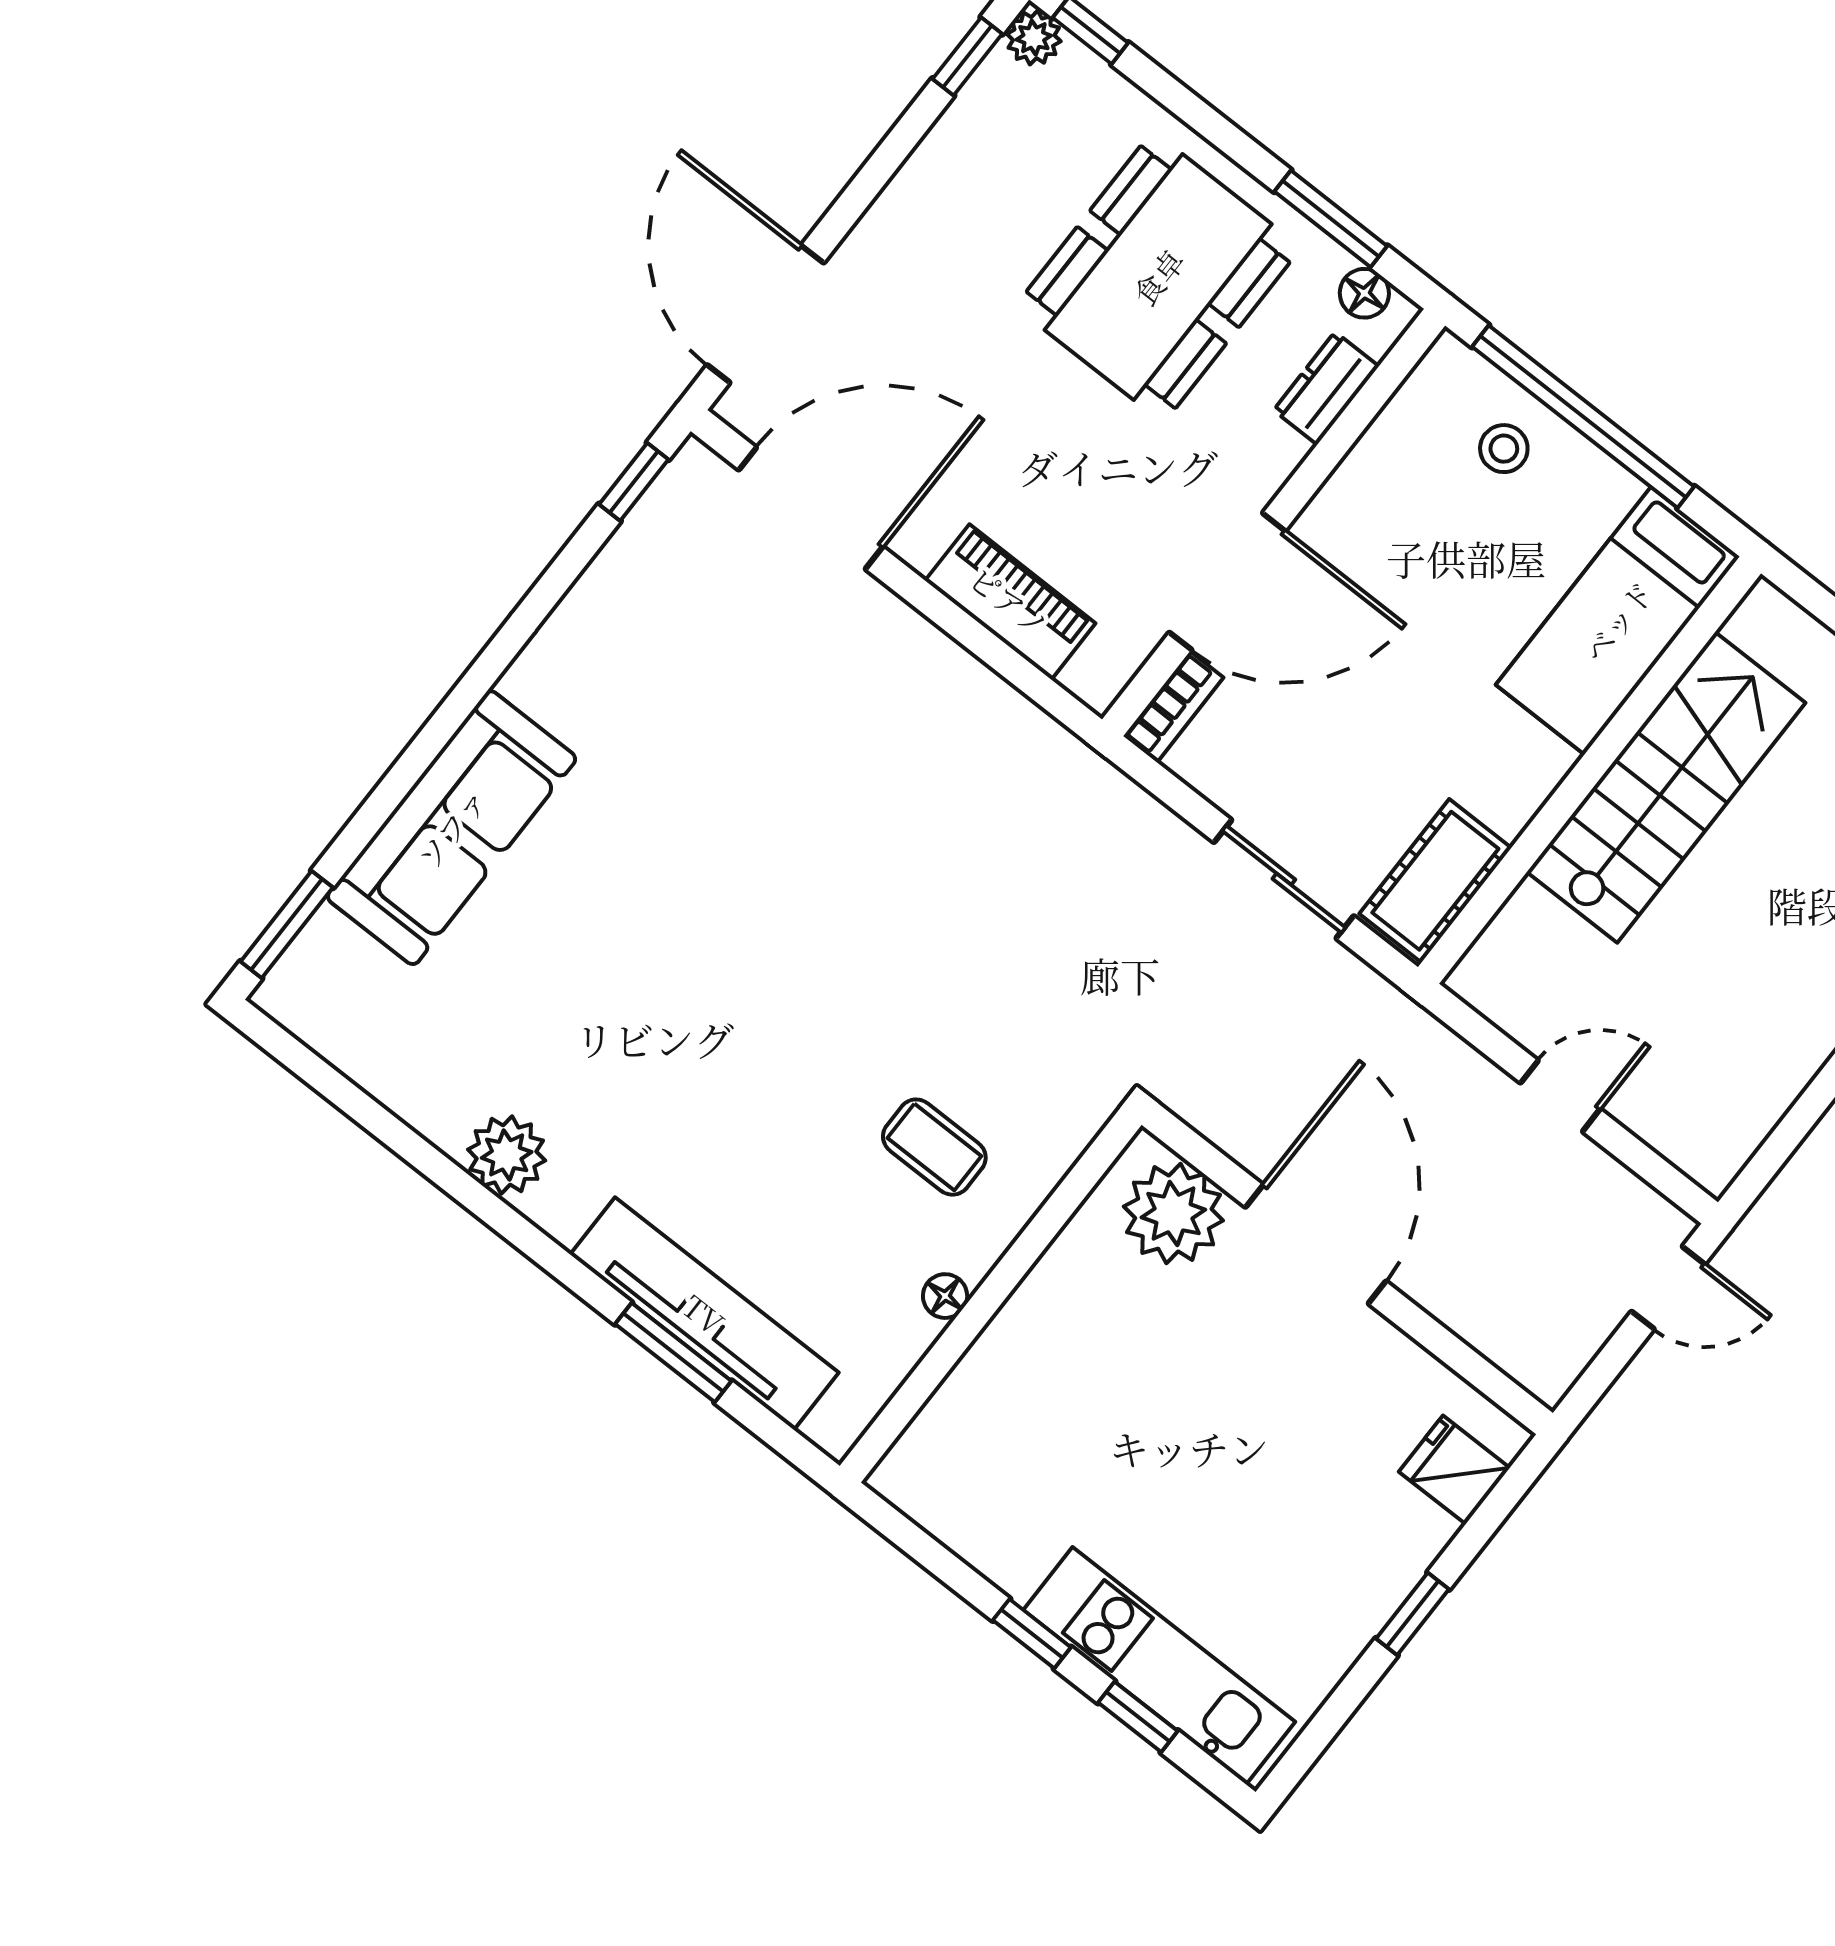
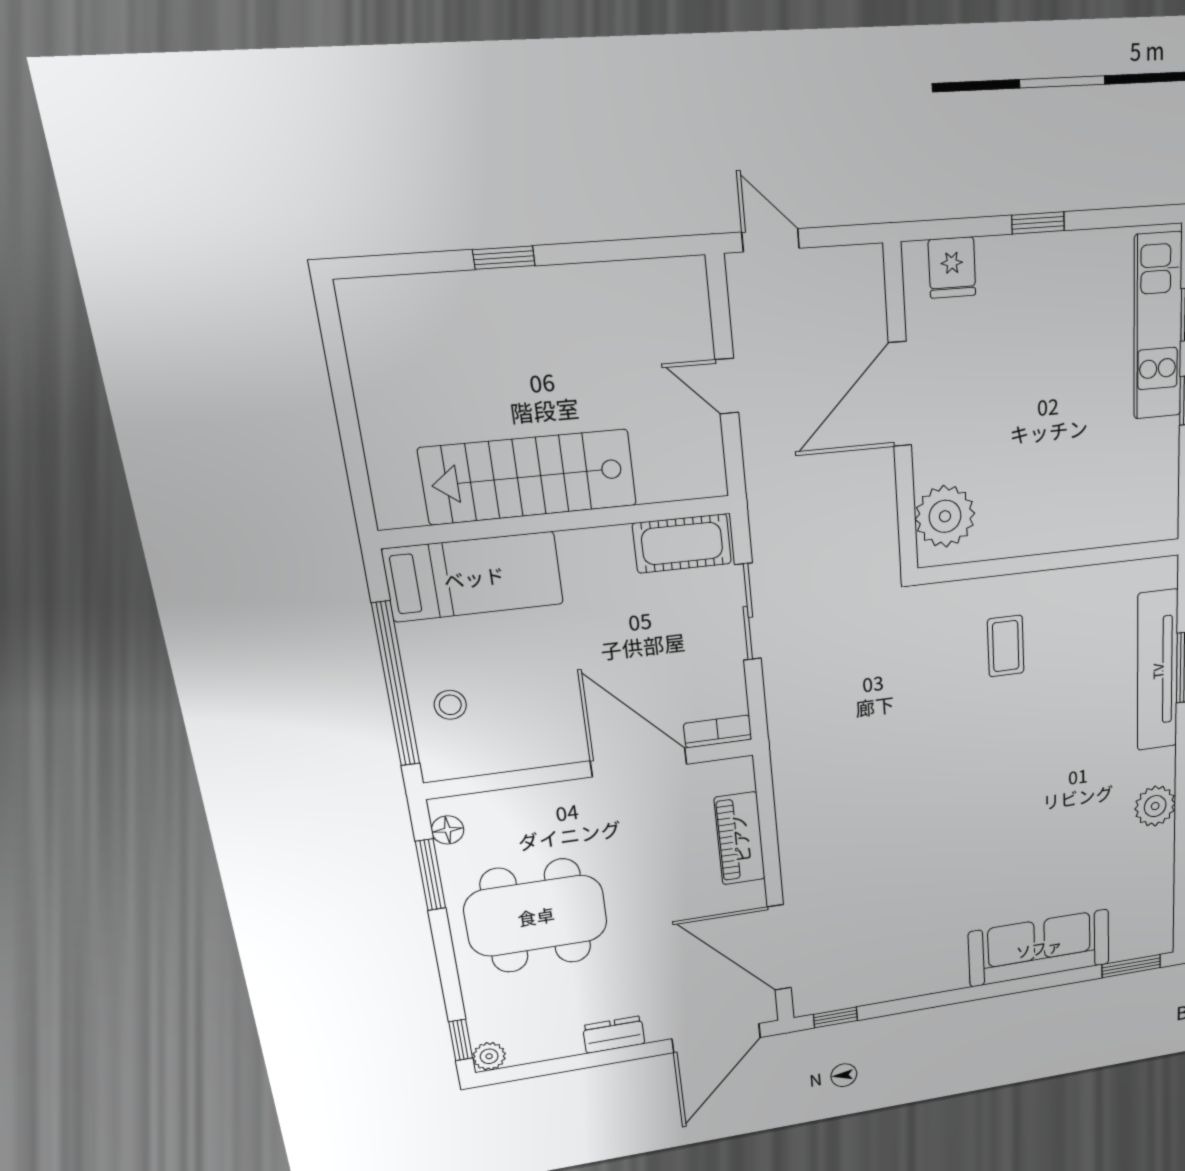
window: (967, 56) -> (526, 1071), removed
dresser: (1326, 388) -> (614, 1035), moved, turned 180
door: (1316, 1244) -> (900, 394), moved
floor lamp: (945, 1296) -> (1067, 580), removed

